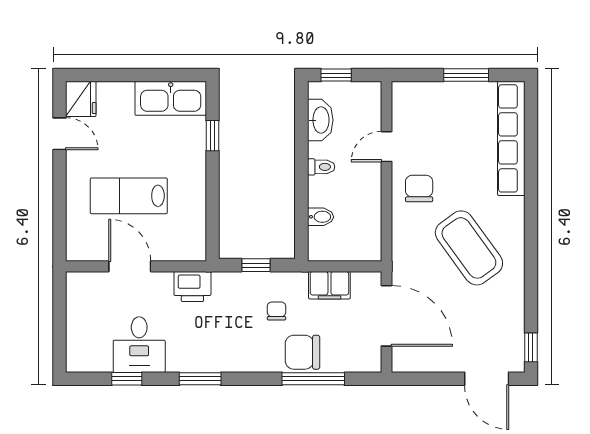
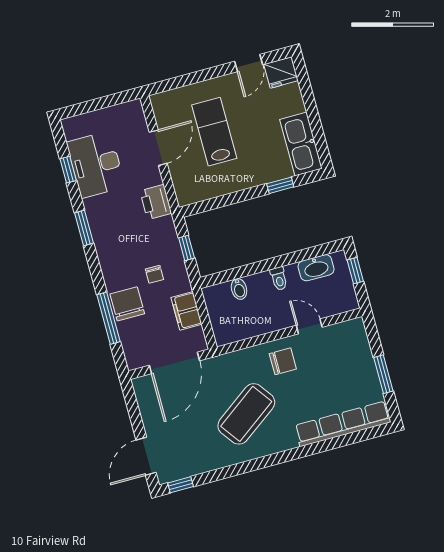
chair: (277, 311) -> (154, 274), turned 90
desk: (139, 345) -> (96, 164), width x1.37

